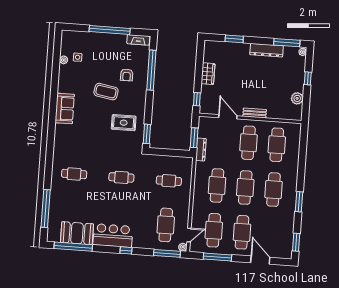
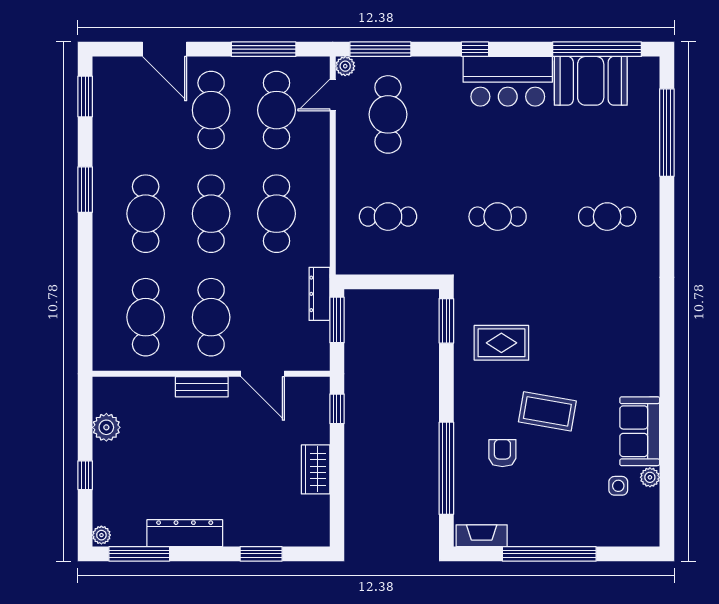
sofa: (65, 108) -> (640, 431), moved

